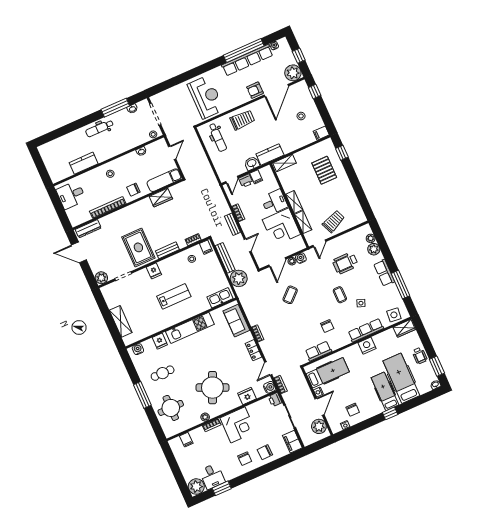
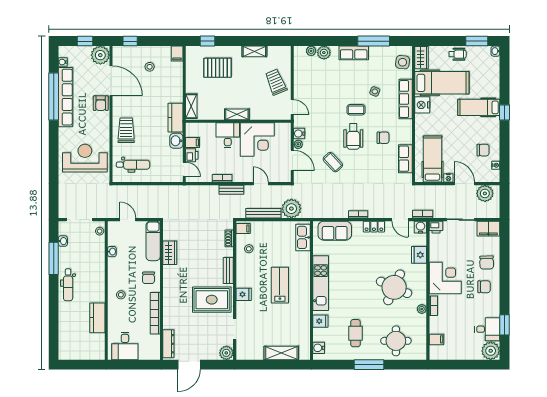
shelving: (303, 222) -> (254, 51), moved
wheelchair: (345, 263) -> (353, 136), moved
hospital bed: (401, 378) -> (442, 83), moved, turned 180

